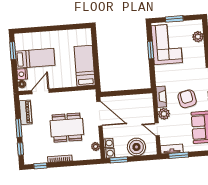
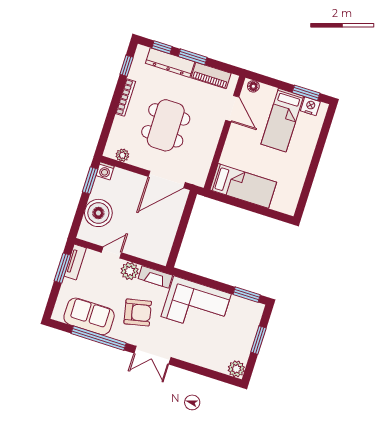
plant: (198, 37) -> (236, 369), moved
corner sofa: (167, 44) -> (196, 305), moved
window: (151, 50) -> (247, 295), moved
nightstand: (22, 74) -> (310, 106), moved
dresser: (28, 140) -> (170, 63), added
washing machine: (108, 143) -> (120, 175), removed

